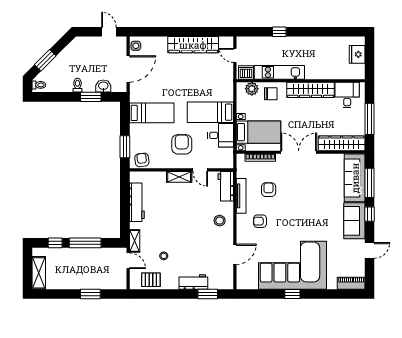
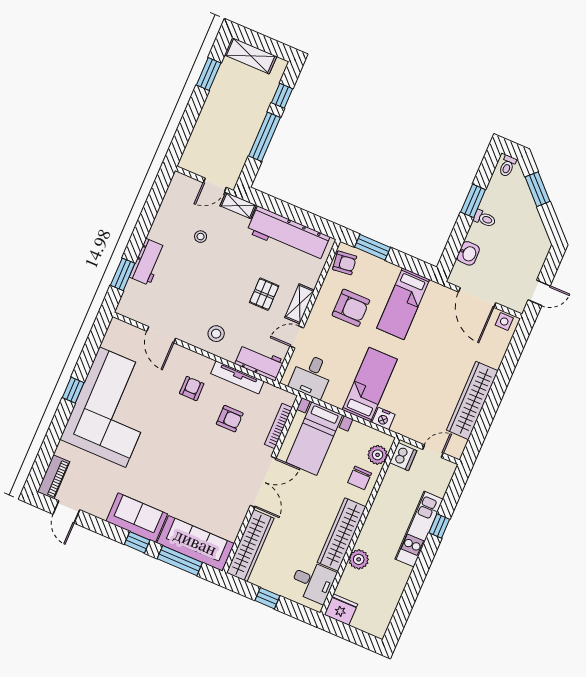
fridge: (357, 54) -> (341, 610), moved
kitchen unit: (279, 72) -> (419, 529), moved, turned 180
plant: (321, 73) -> (359, 559), added
nightstand: (228, 95) -> (383, 419), added
window: (91, 97) -> (473, 201), moved
window: (369, 119) -> (267, 598), width x0.46
desk: (221, 135) -> (311, 376), moved
armchair: (182, 144) -> (351, 308), moved
workbench: (137, 202) -> (288, 234), width x1.36, depth x1.32
door: (369, 250) -> (66, 512), moved
pallet: (151, 280) -> (264, 294), moved
window: (90, 294) -> (209, 74), moved

